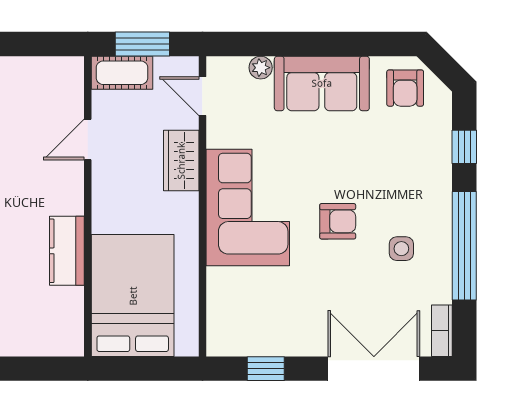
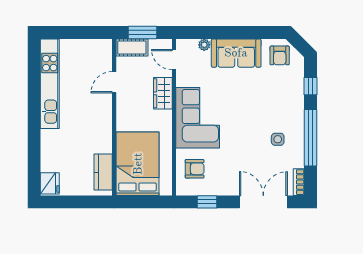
armchair: (338, 221) -> (195, 169), moved
kitchen counter: (67, 251) -> (103, 172), moved

